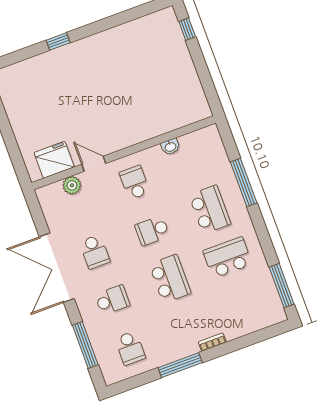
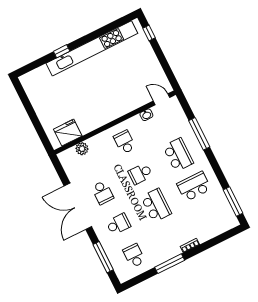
kitchen unit: (102, 42) -> (92, 48), added
door: (94, 164) -> (162, 99), moved
school desk: (130, 348) -> (134, 256), turned 180

